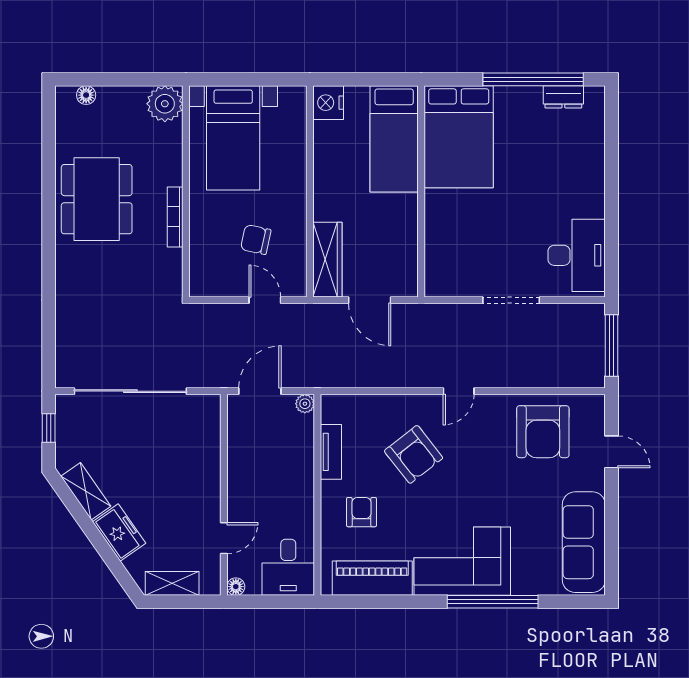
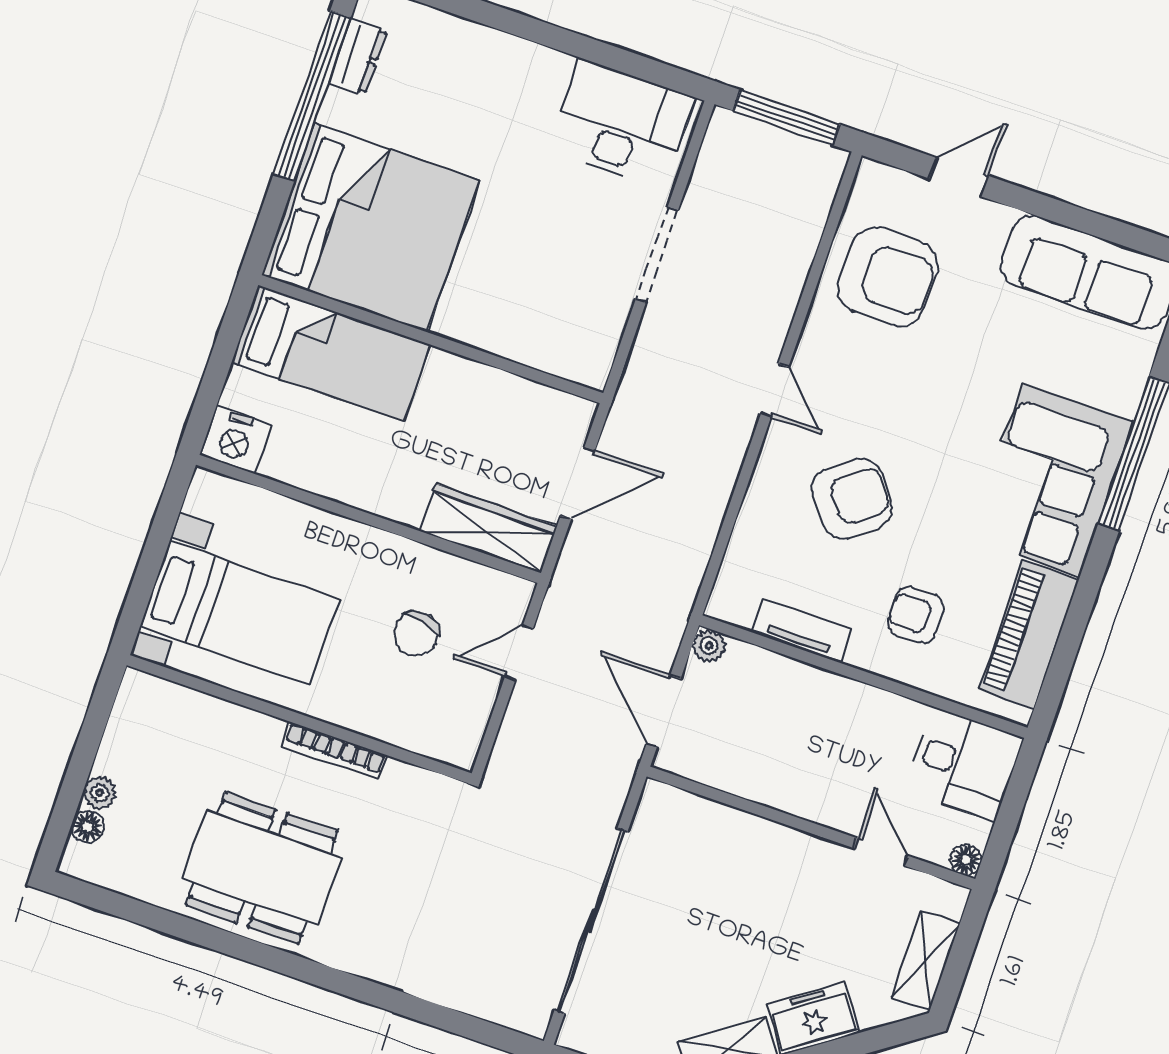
plant: (165, 104) -> (100, 793), moved, width x0.53, depth x0.53
bed: (459, 137) -> (371, 228), width x1.36

